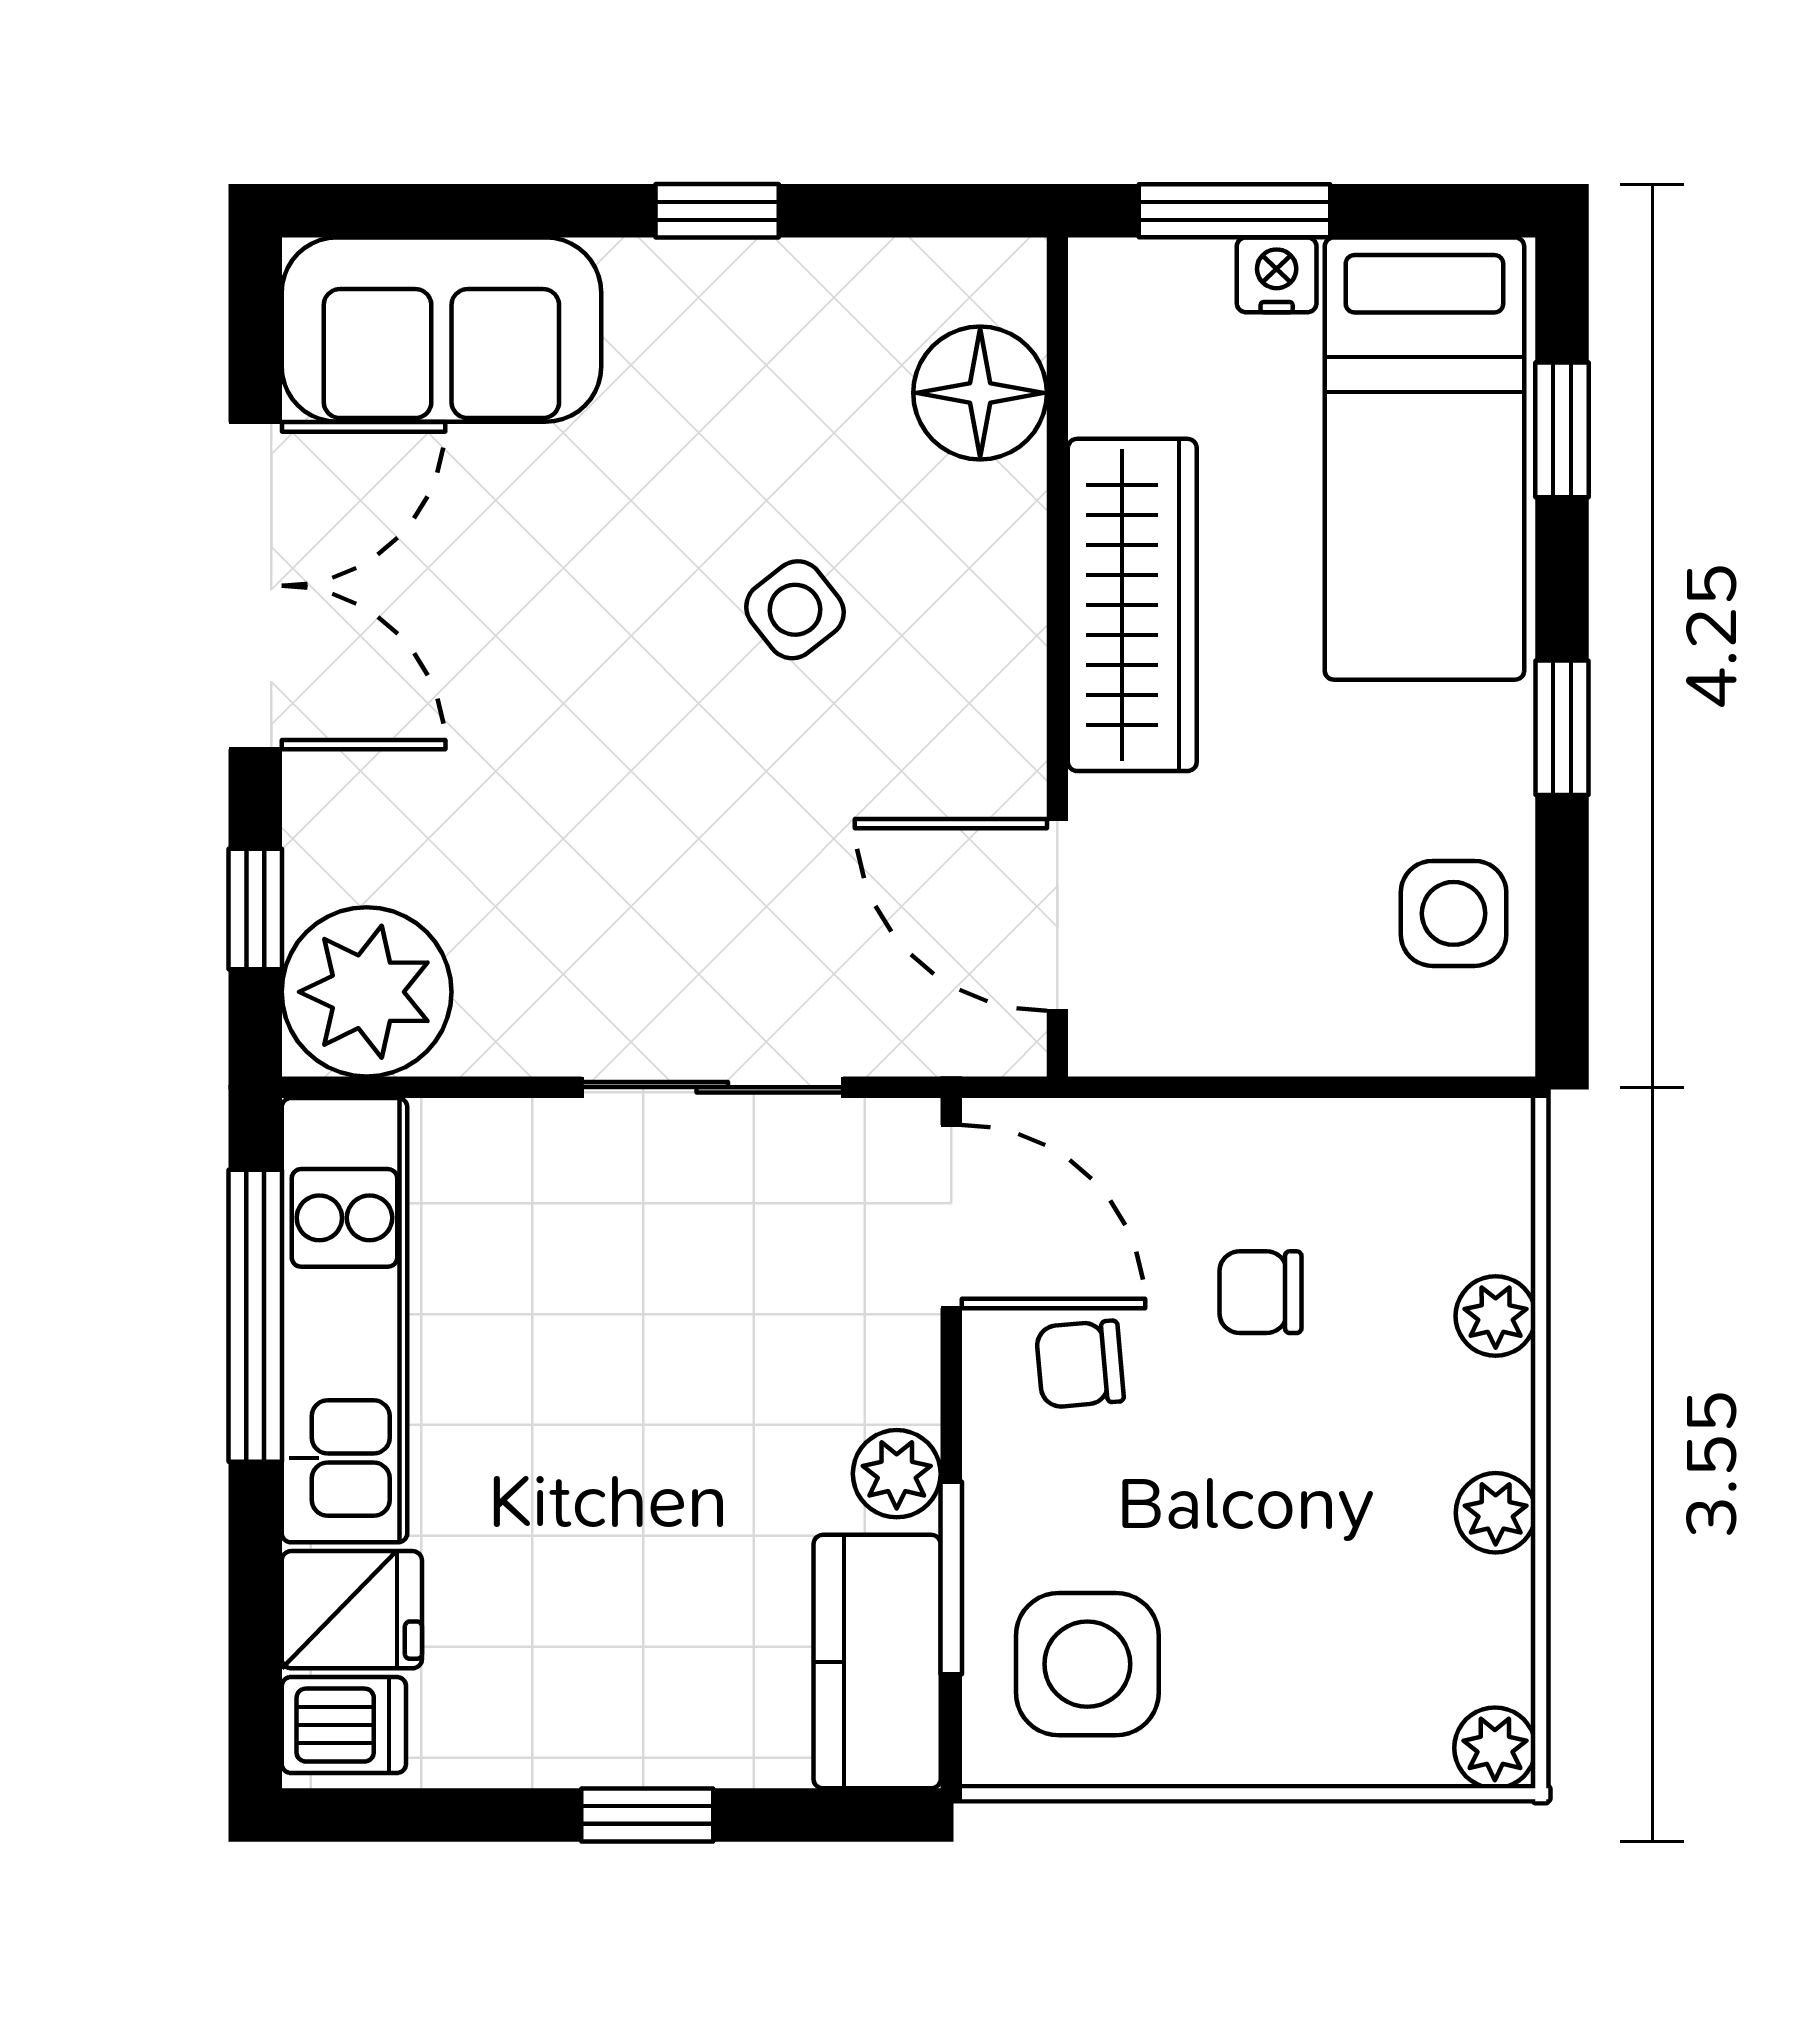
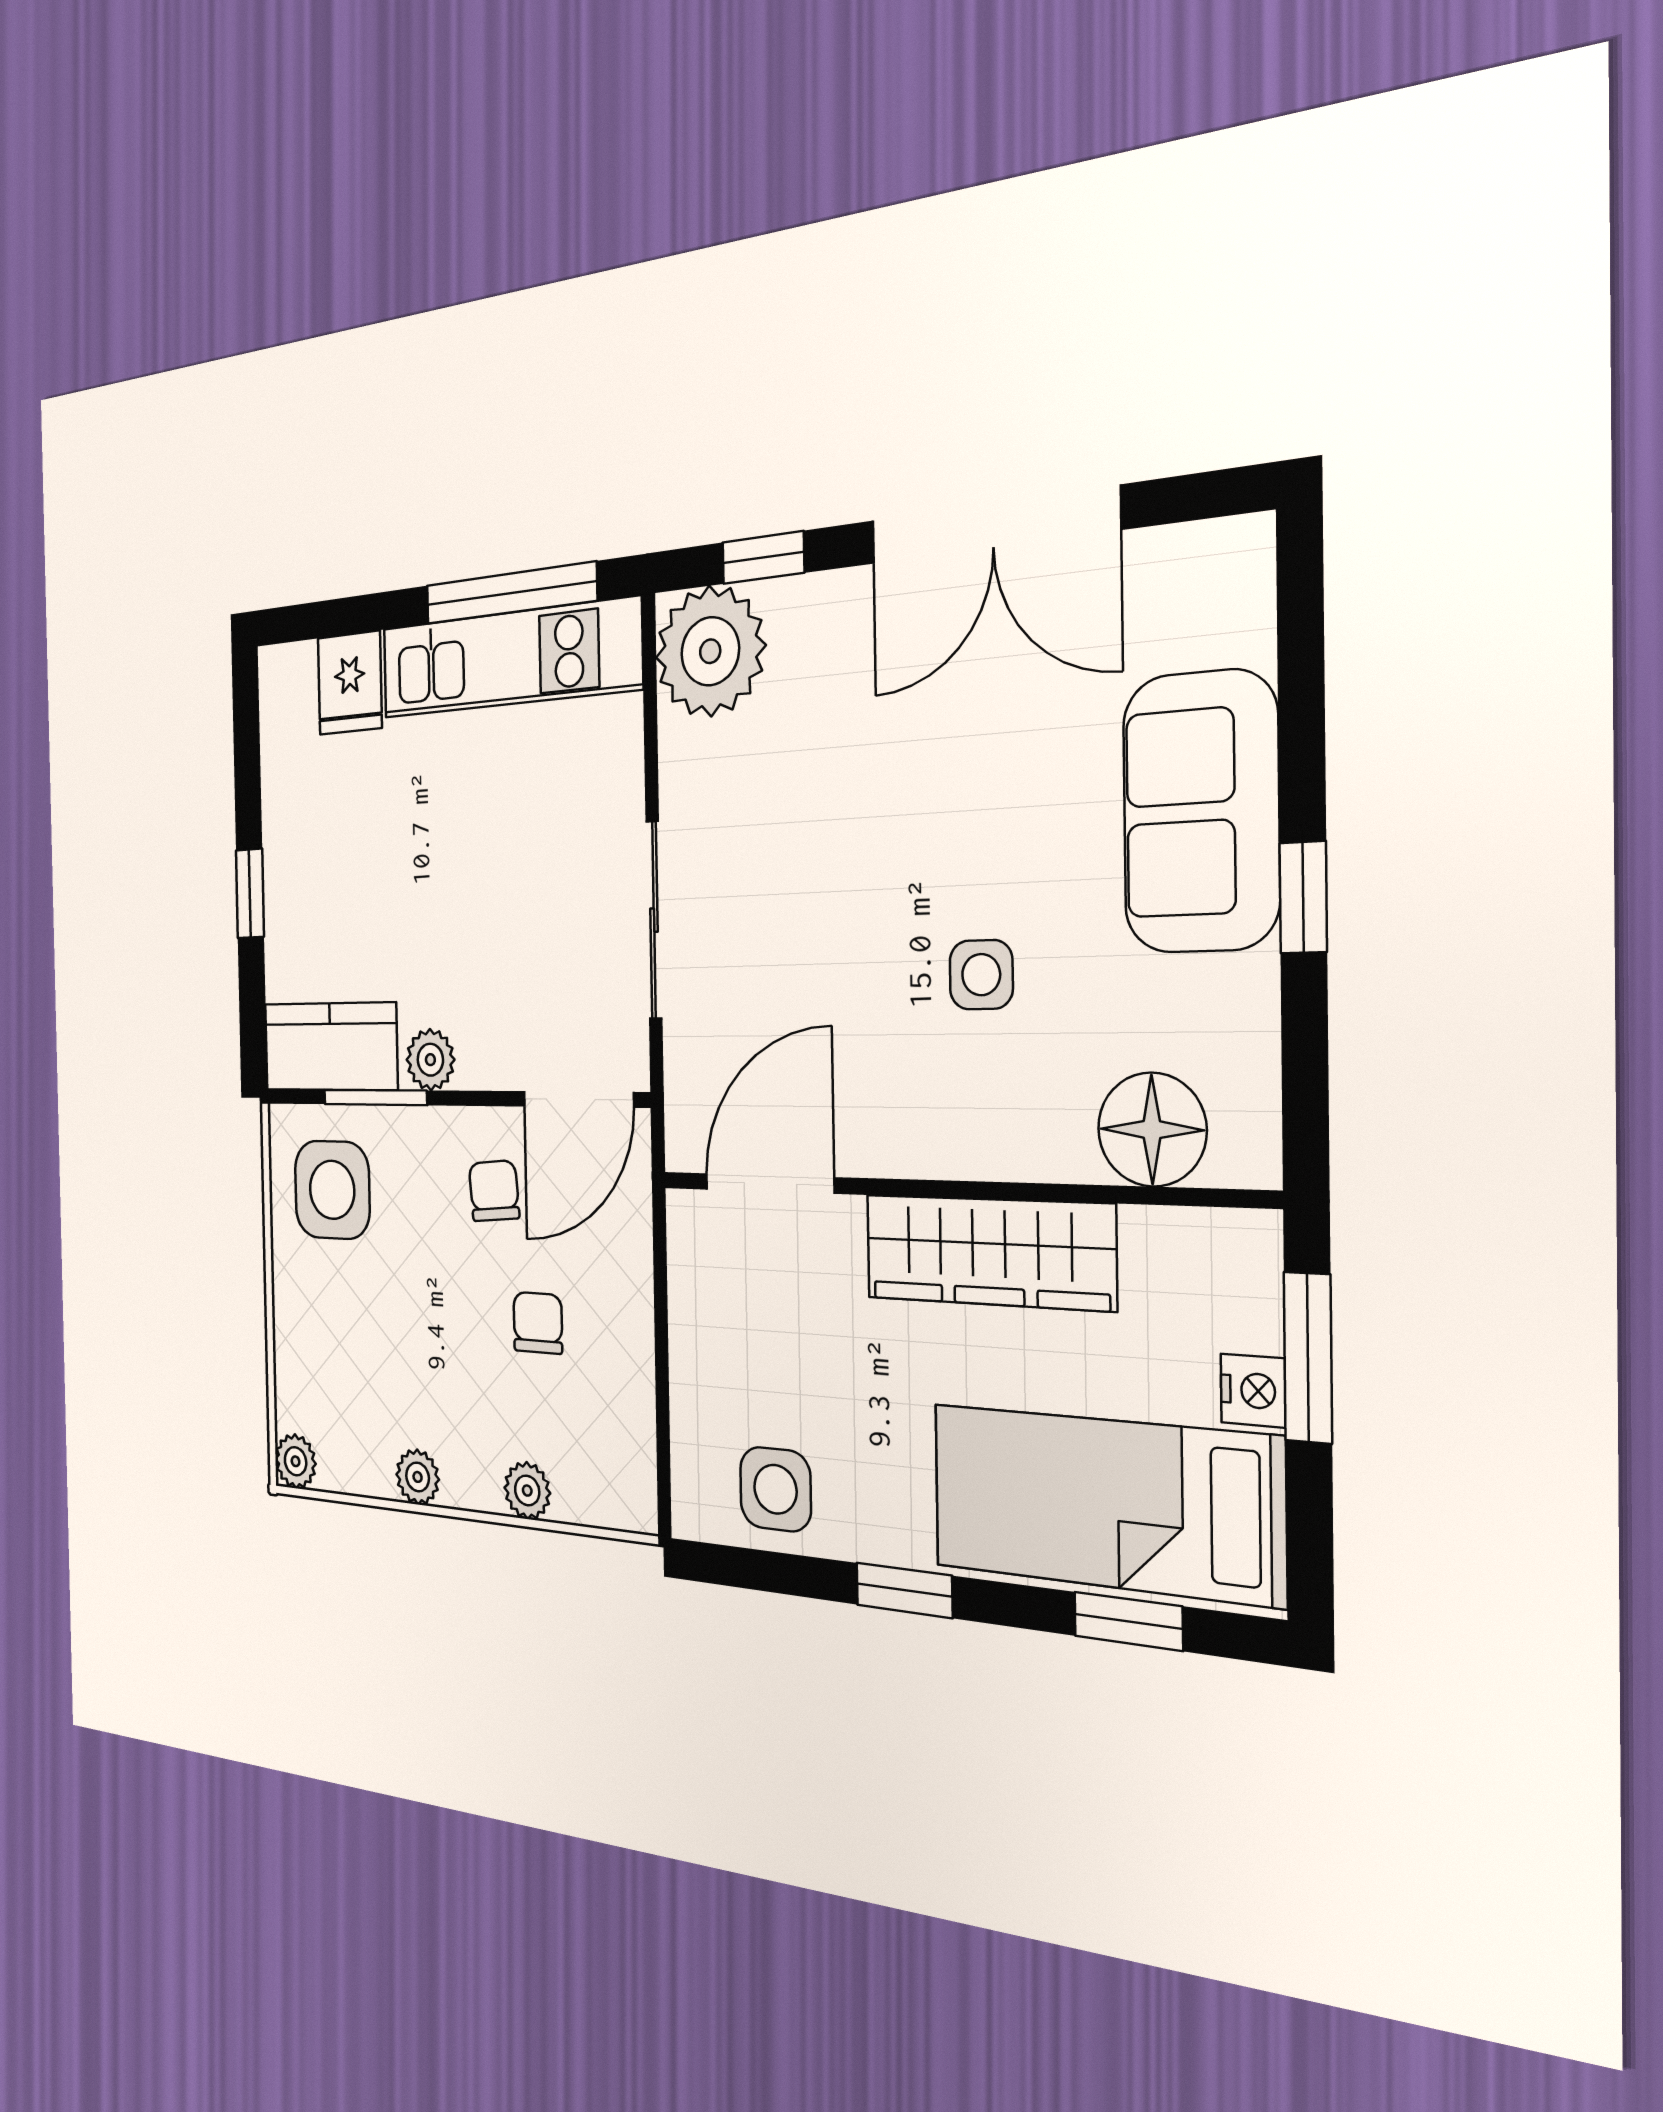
sofa: (441, 330) -> (1200, 812), moved
side table: (795, 610) -> (981, 975), turned 38
dishwasher: (344, 1725) -> (290, 685), removed

